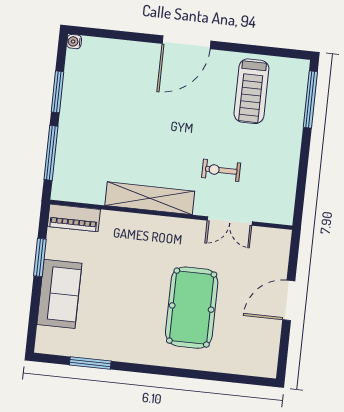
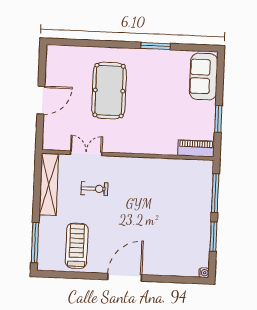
shelving: (150, 198) -> (49, 185), moved, turned 90
sofa: (59, 294) -> (204, 77), moved
window: (90, 363) -> (156, 46), moved

